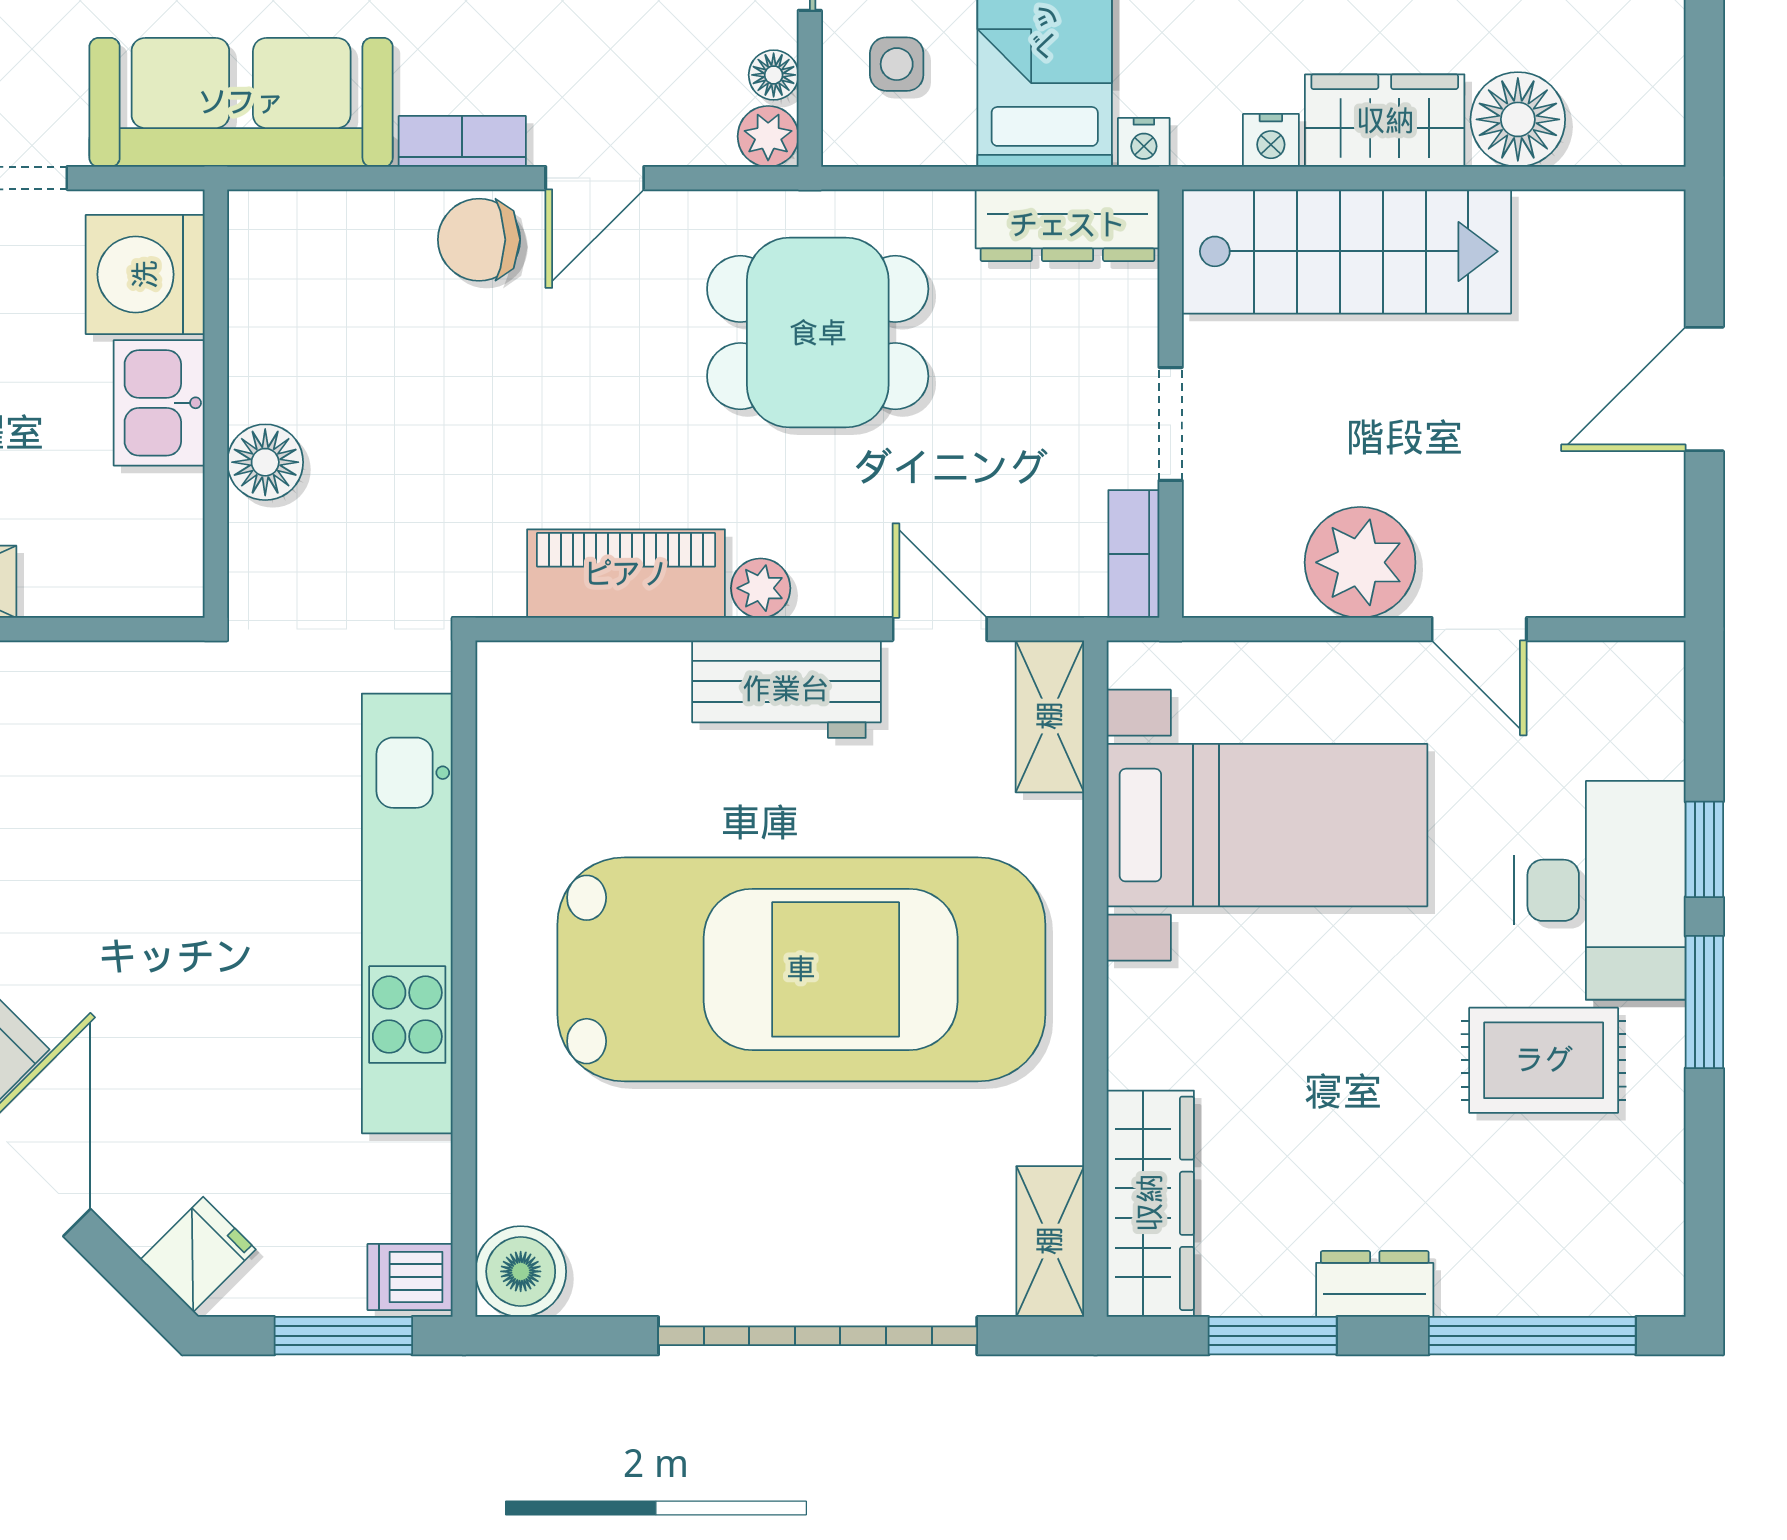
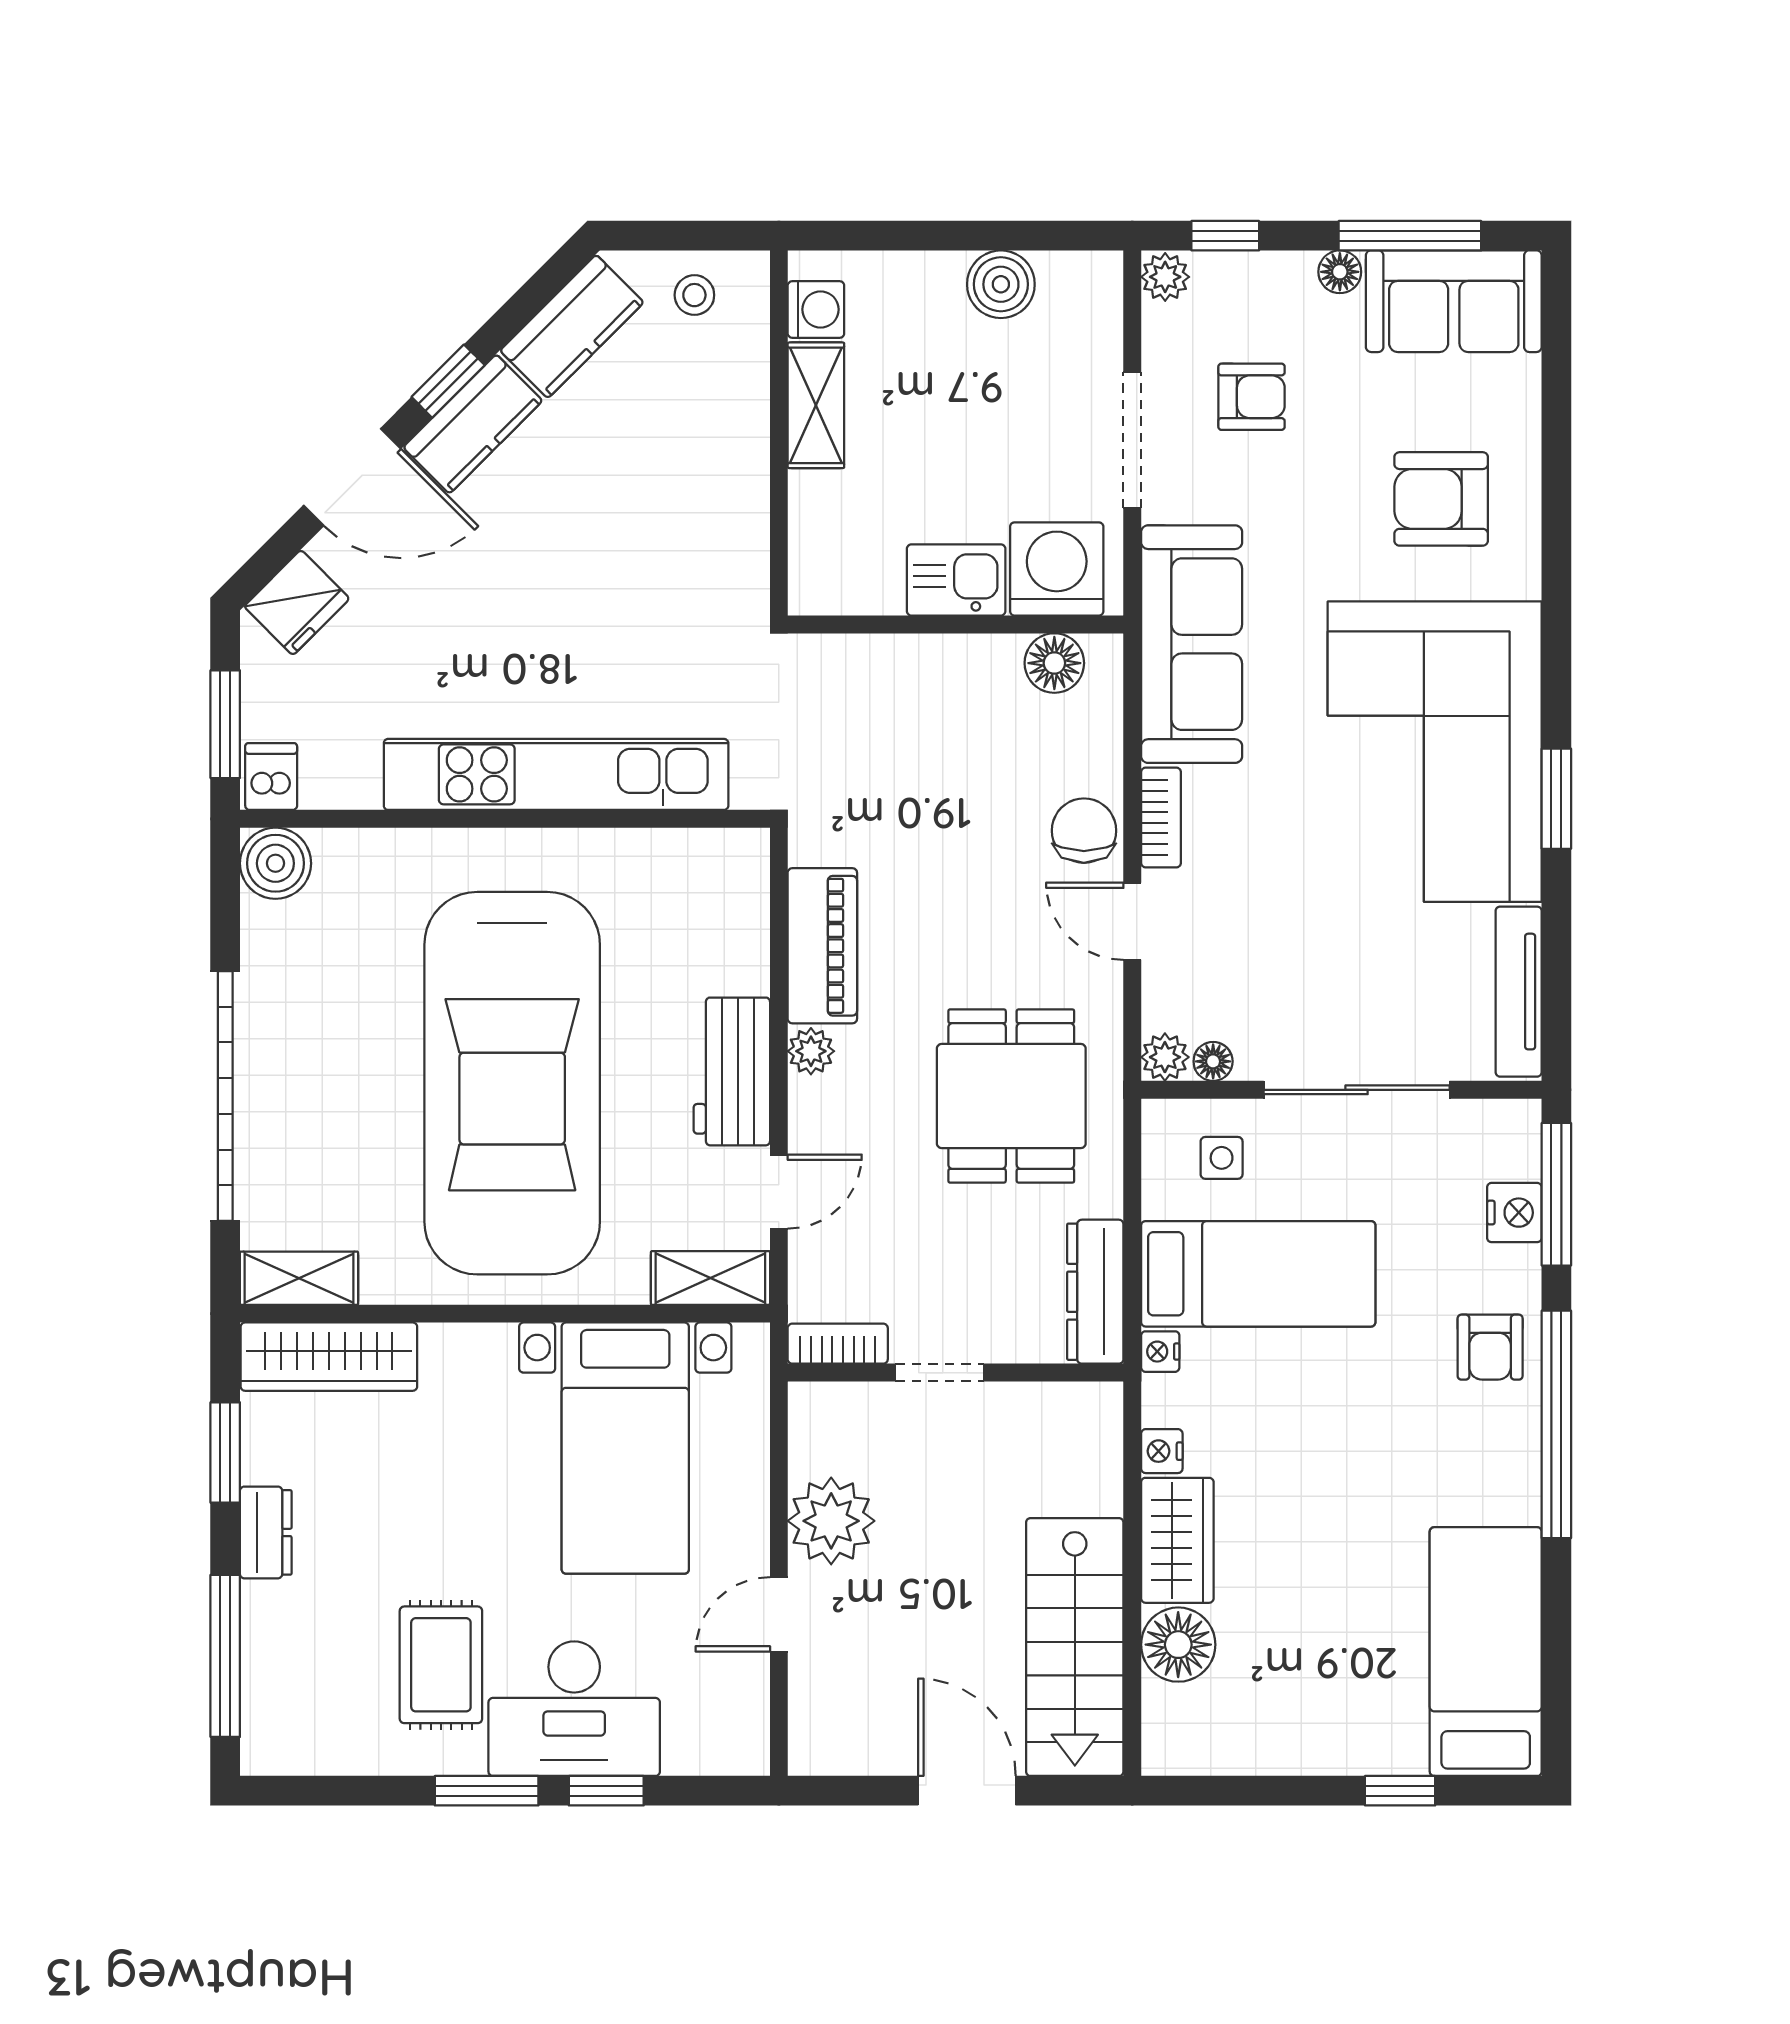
stairs: (1347, 251) -> (1075, 1647), moved
floor lamp: (265, 462) -> (1054, 663), moved
fridge: (198, 1254) -> (297, 603), width x1.38

